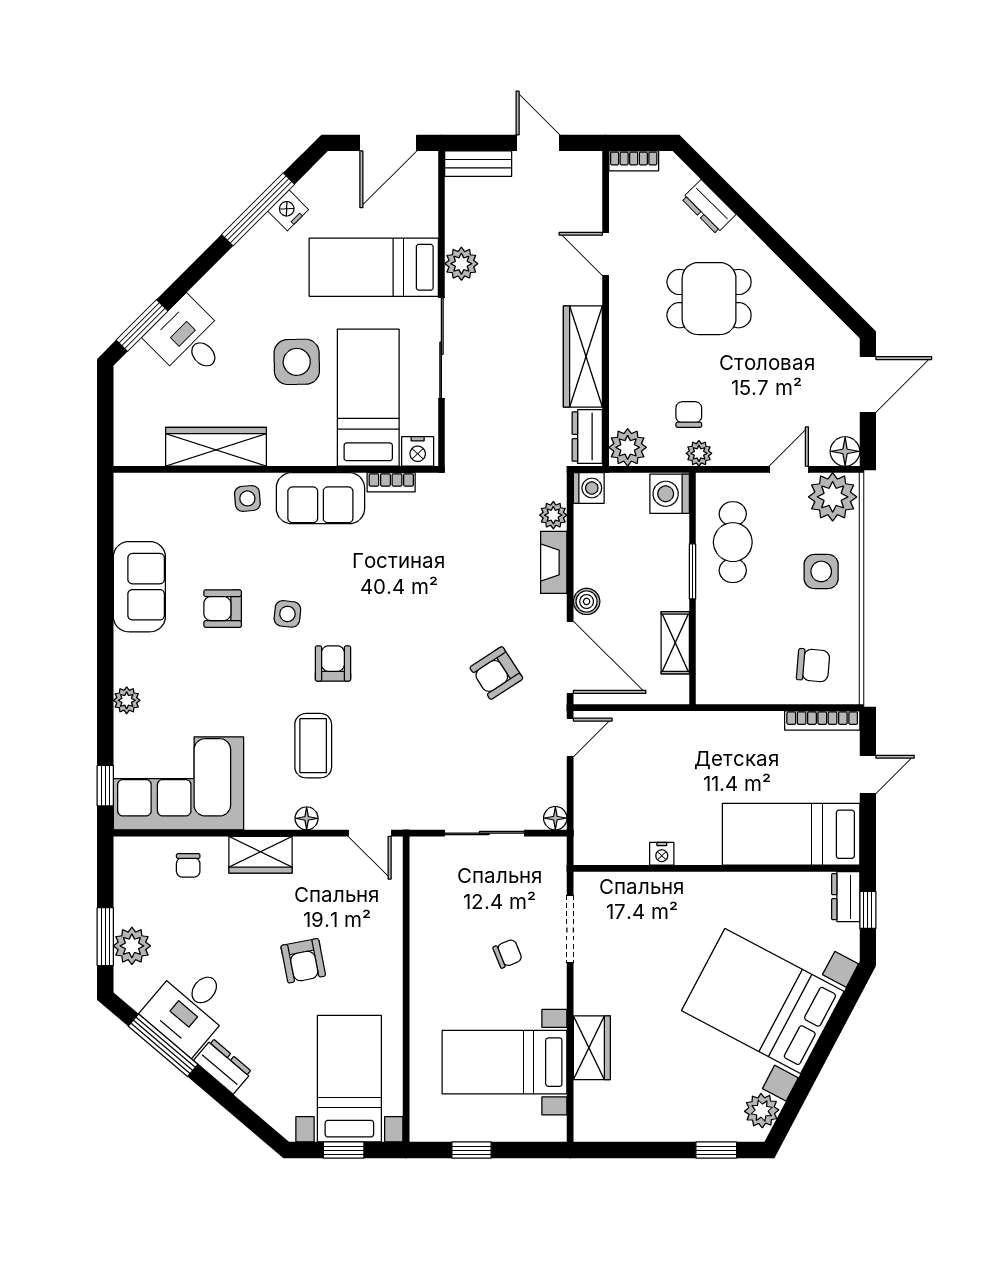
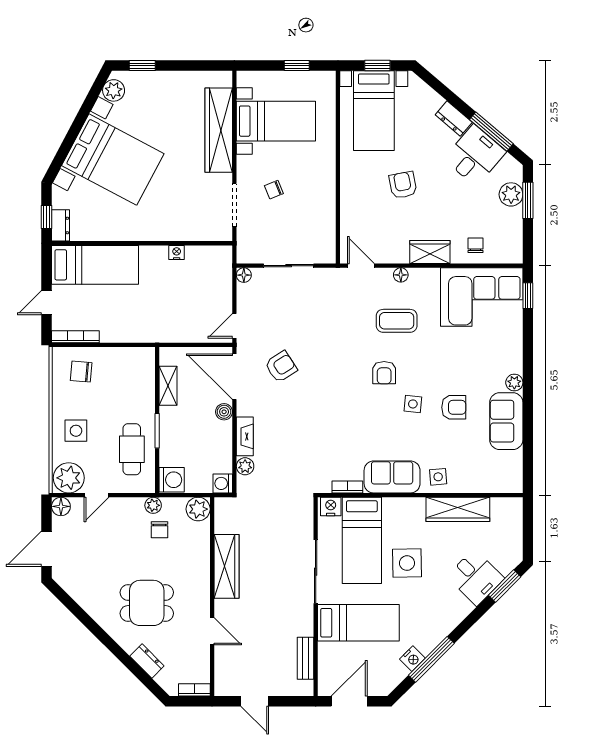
bench: (478, 164) -> (306, 658), moved, turned 90
plant: (461, 264) -> (303, 625), removed
dresser: (587, 437) -> (224, 516), removed
plant: (127, 700) -> (514, 383), moved
coffee table: (313, 746) -> (397, 321), turned 90
wardrobe: (592, 1048) -> (219, 130), width x2.10, depth x1.17

